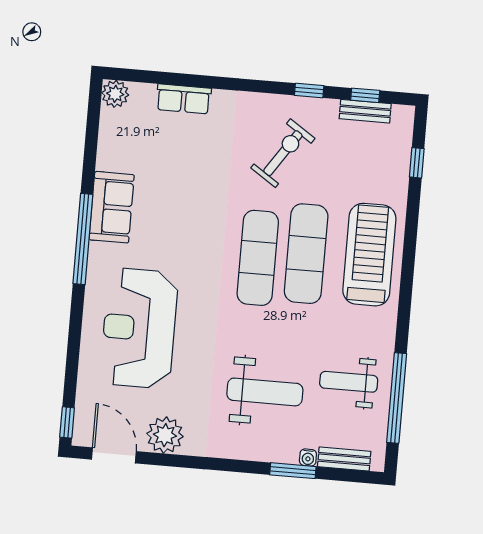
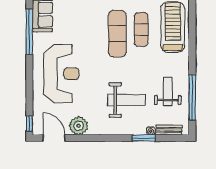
exercise mat: (306, 254) -> (141, 29), width x0.73, depth x0.69
reception desk: (139, 328) -> (61, 74), turned 180
weight bench: (349, 382) -> (168, 91), turned 90

